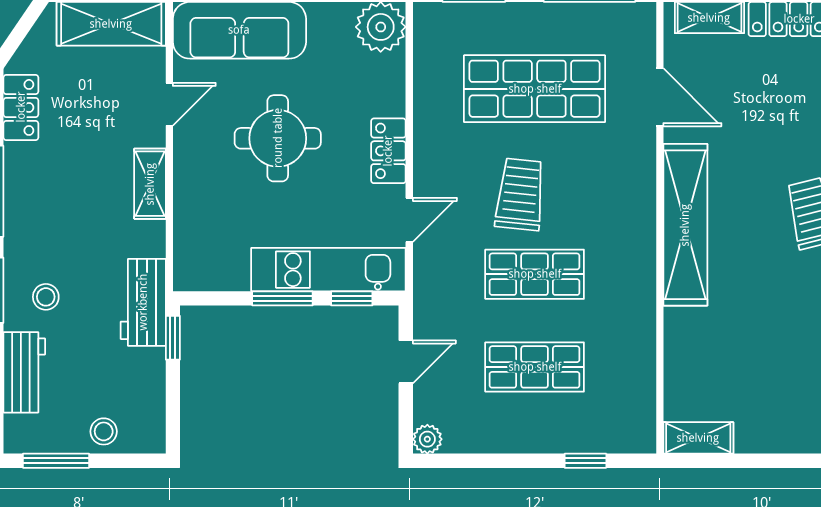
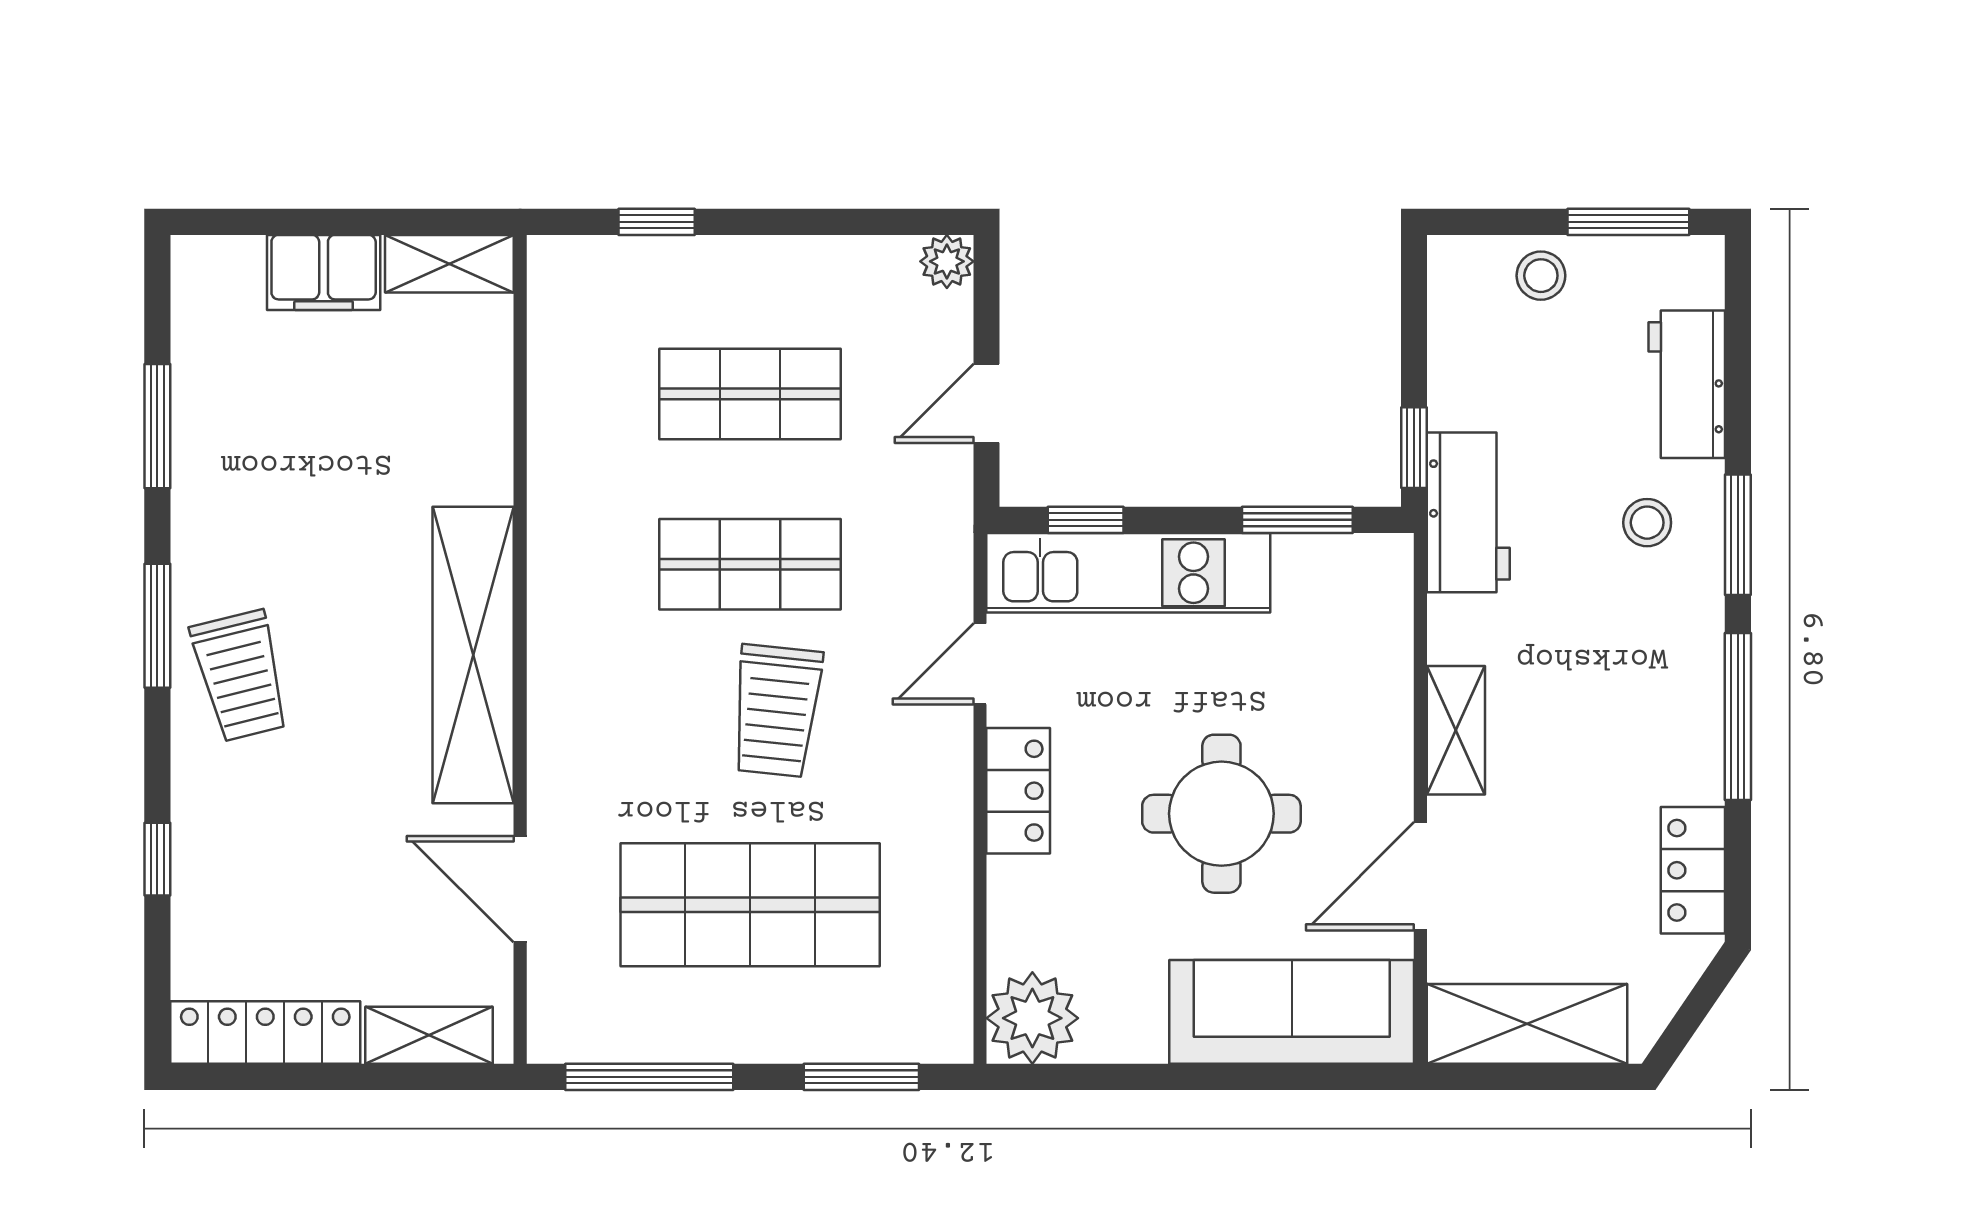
door: (169, 104) -> (1420, 876), width x1.38
window: (282, 298) -> (1297, 520), moved
filing cabinet: (767, 433) -> (324, 272), added

